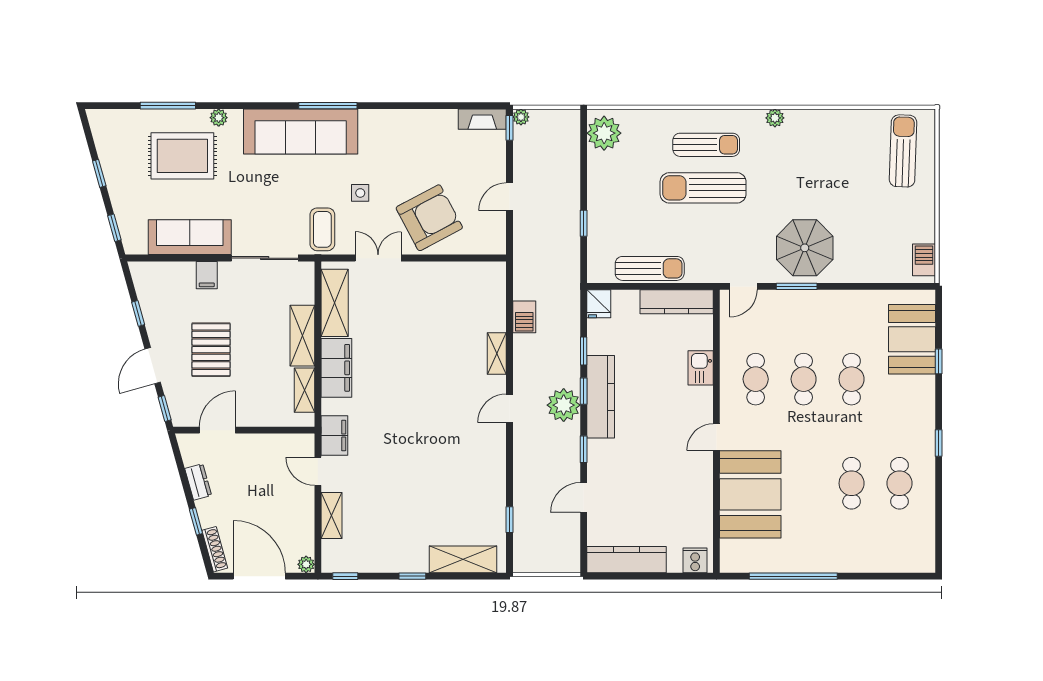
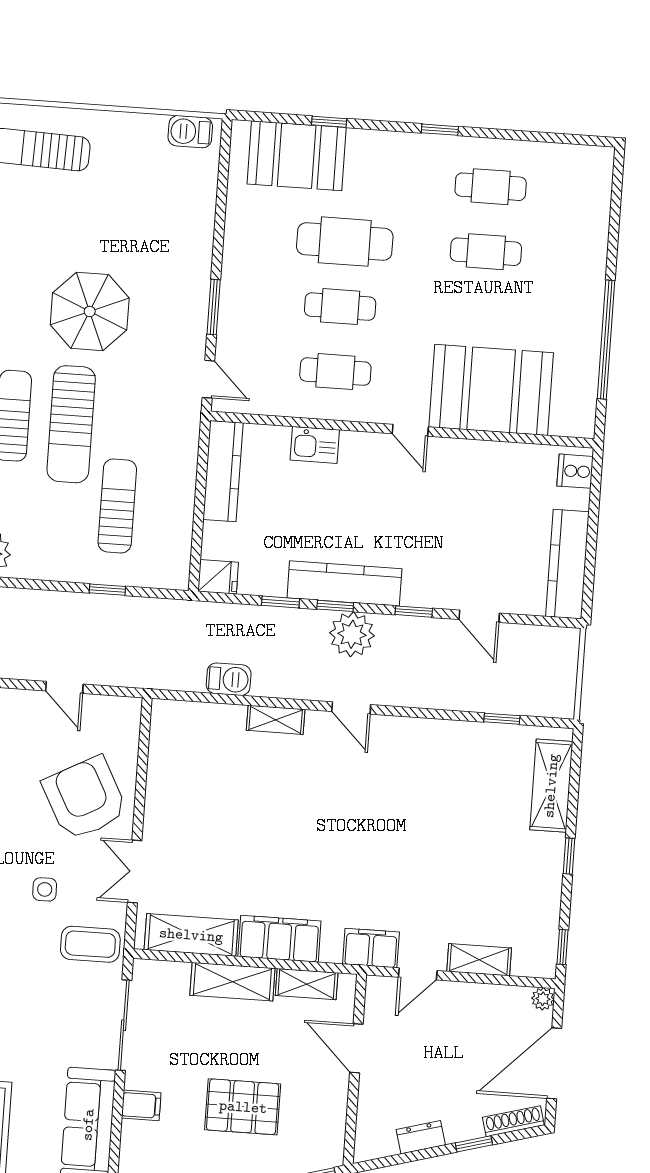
parasol: (805, 248) -> (90, 311), moved
sun lounger: (650, 268) -> (117, 506), moved
cafe table: (852, 379) -> (345, 242), width x1.37, depth x1.35
door: (217, 430) -> (356, 1048), moved

